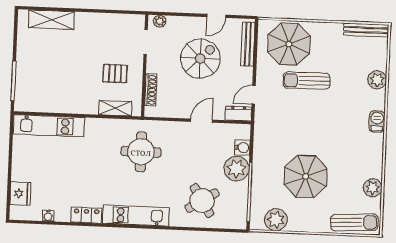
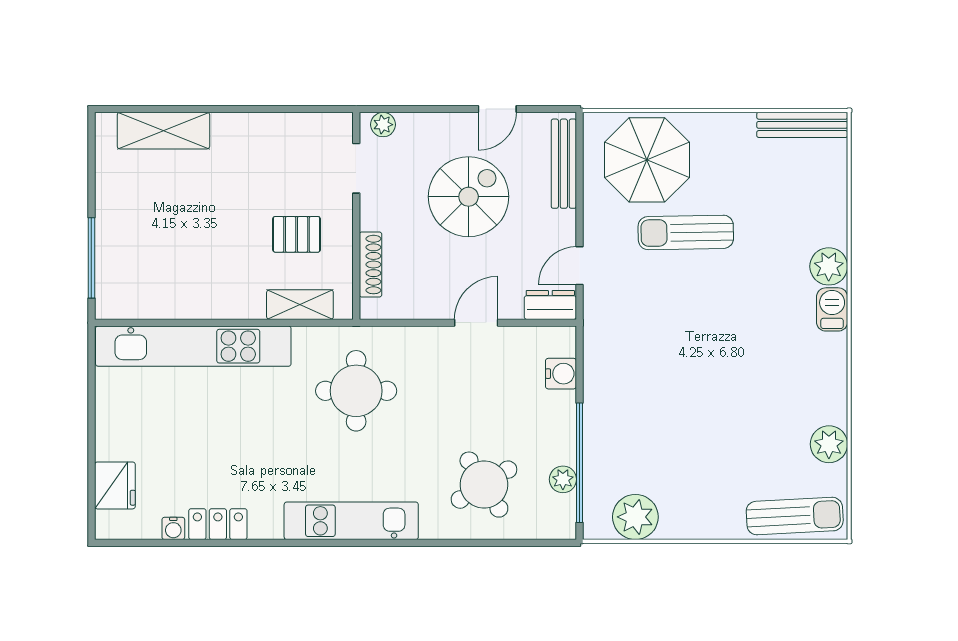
plant: (377, 80) -> (829, 266), moved
kitchen unit: (49, 126) -> (193, 346), width x1.36
plant: (236, 169) -> (563, 479), moved, width x0.53, depth x0.53
parasol: (306, 177) -> (692, 427), removed
locker: (86, 215) -> (218, 524), moved

